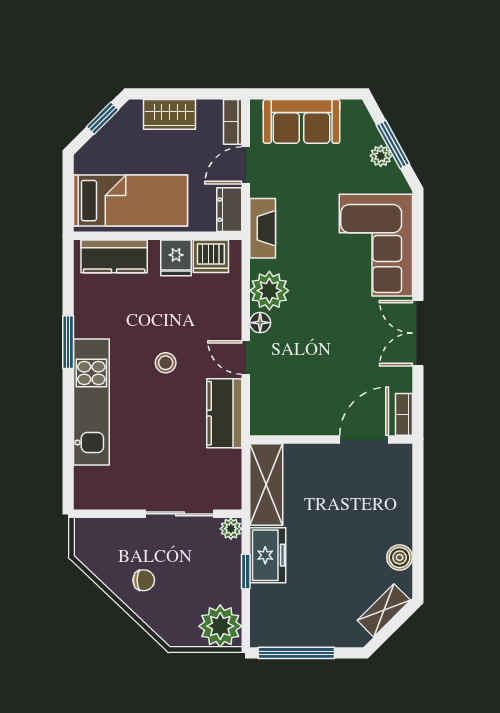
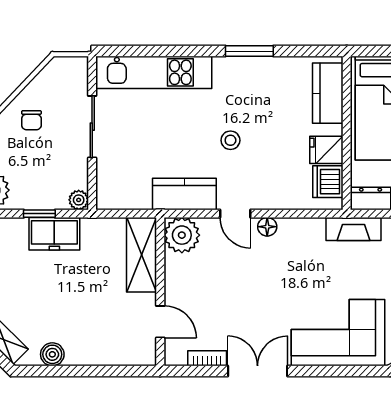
plant: (269, 291) -> (182, 235), moved
door: (246, 357) -> (235, 214), swing flipped
kitchen unit: (91, 402) -> (154, 72), moved
bookcase: (404, 414) -> (207, 358), moved
door: (364, 439) -> (160, 322), width x0.73
shelving: (266, 484) -> (142, 255), moved, turned 90
sliding door: (180, 514) -> (92, 127), moved

